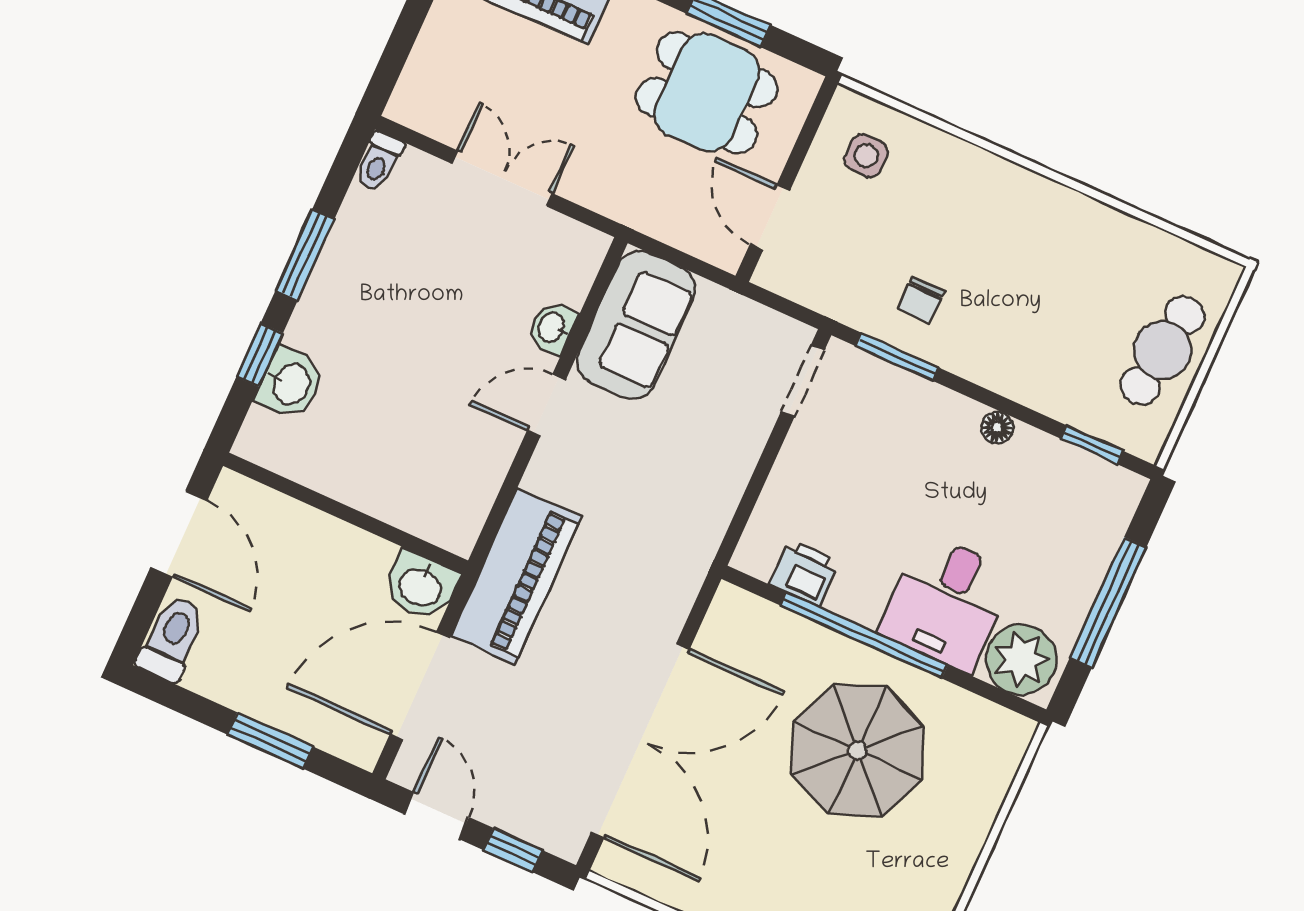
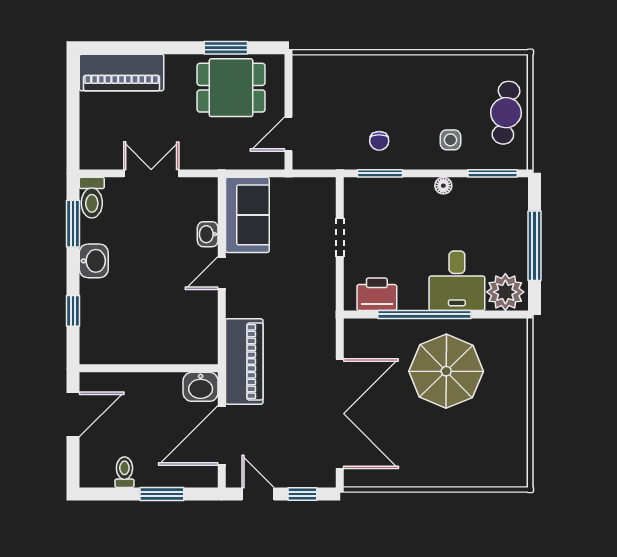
side table: (866, 156) -> (450, 140), moved
toilet: (379, 162) -> (92, 198), width x1.37, depth x1.39
door: (770, 217) -> (288, 134), hinge flipped
window: (305, 255) -> (73, 224), moved
doorway: (803, 381) -> (340, 237), moved
washbasin: (290, 383) -> (94, 261), moved
window: (1092, 445) -> (493, 173), width x1.50
door: (179, 534) -> (73, 414), hinge flipped
printer: (804, 573) -> (377, 294), width x1.36, depth x1.24
toilet: (172, 639) -> (124, 472), moved, width x0.73, depth x0.72

